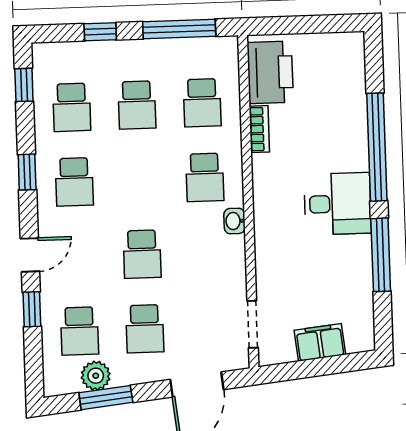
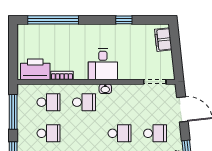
window: (377, 147) -> (53, 20), moved
desk: (338, 204) -> (103, 64), moved, turned 180
window: (381, 255) -> (124, 20), width x0.46
filing cabinet: (320, 342) -> (163, 40), moved

